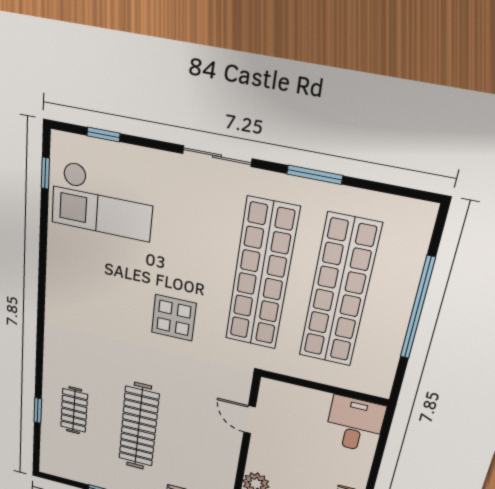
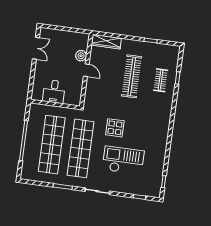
checkout: (102, 201) -> (123, 160), moved
door: (250, 420) -> (86, 70), moved
desk: (355, 424) -> (54, 92), moved

